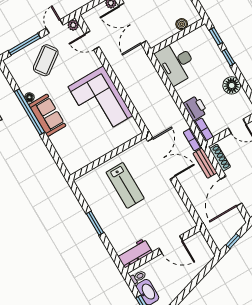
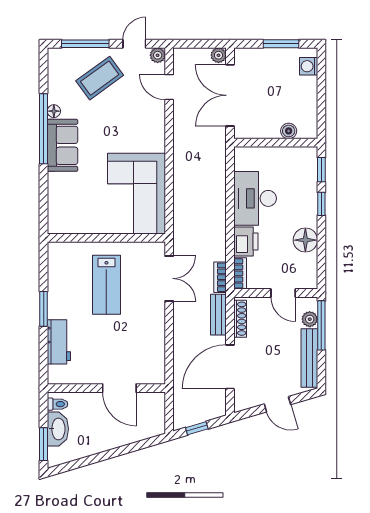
desk: (176, 63) -> (255, 198), moved
corner sofa: (100, 101) -> (136, 194), moved
double door: (161, 159) -> (169, 278), width x0.73
workbench: (134, 253) -> (59, 342), moved, turned 90

